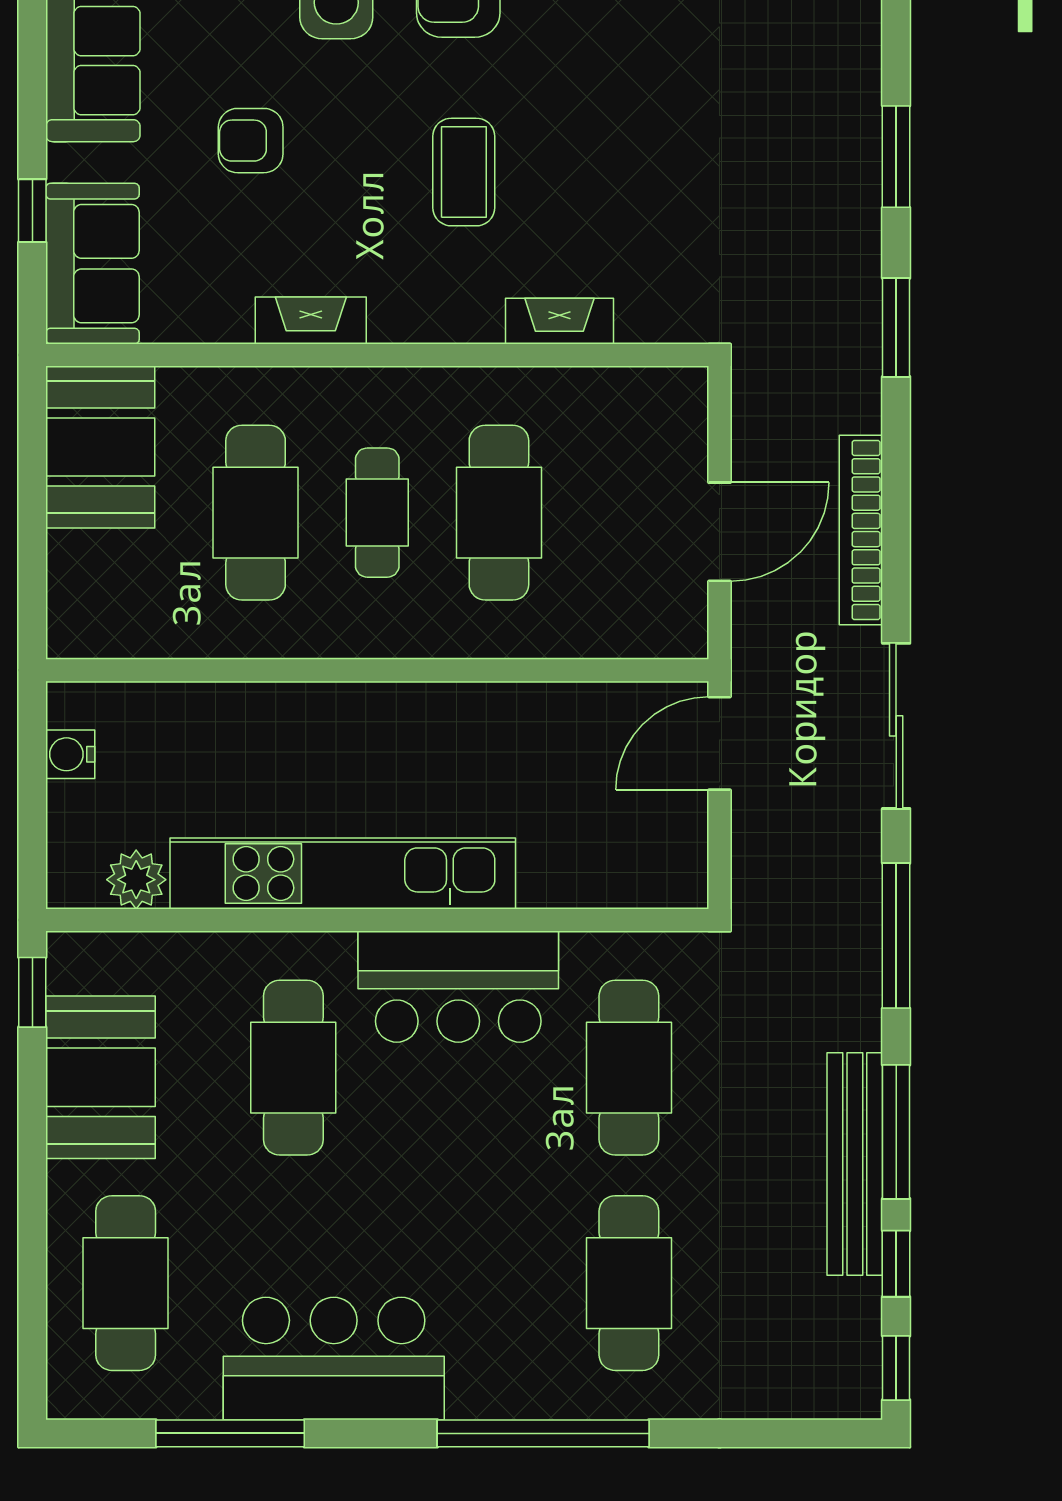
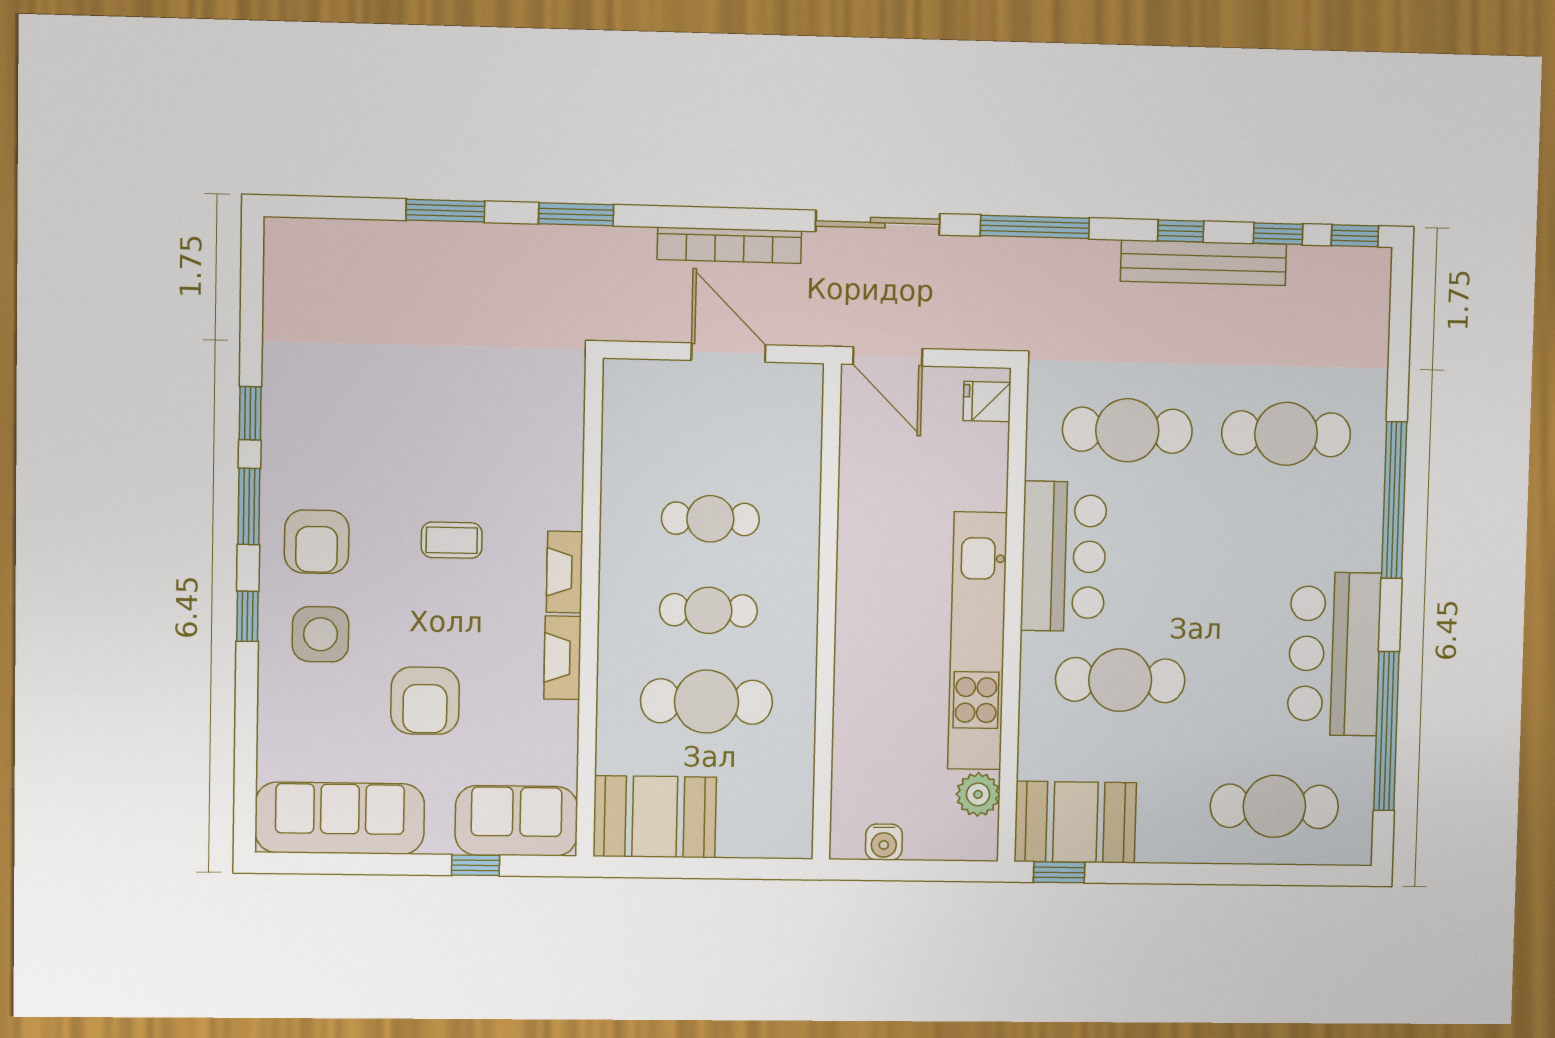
armchair: (251, 141) -> (425, 701), width x1.38, depth x1.38
coffee table: (464, 172) -> (452, 540), width x0.73, depth x0.77
fireplace: (559, 321) -> (565, 572), moved
cafe table: (499, 513) -> (710, 519), width x0.73, depth x0.74
fridge: (663, 878) -> (987, 401), added
booth: (100, 1077) -> (1075, 822), moved
window: (896, 1132) -> (1181, 231), width x0.46
window: (230, 1433) -> (1386, 731), width x1.46

